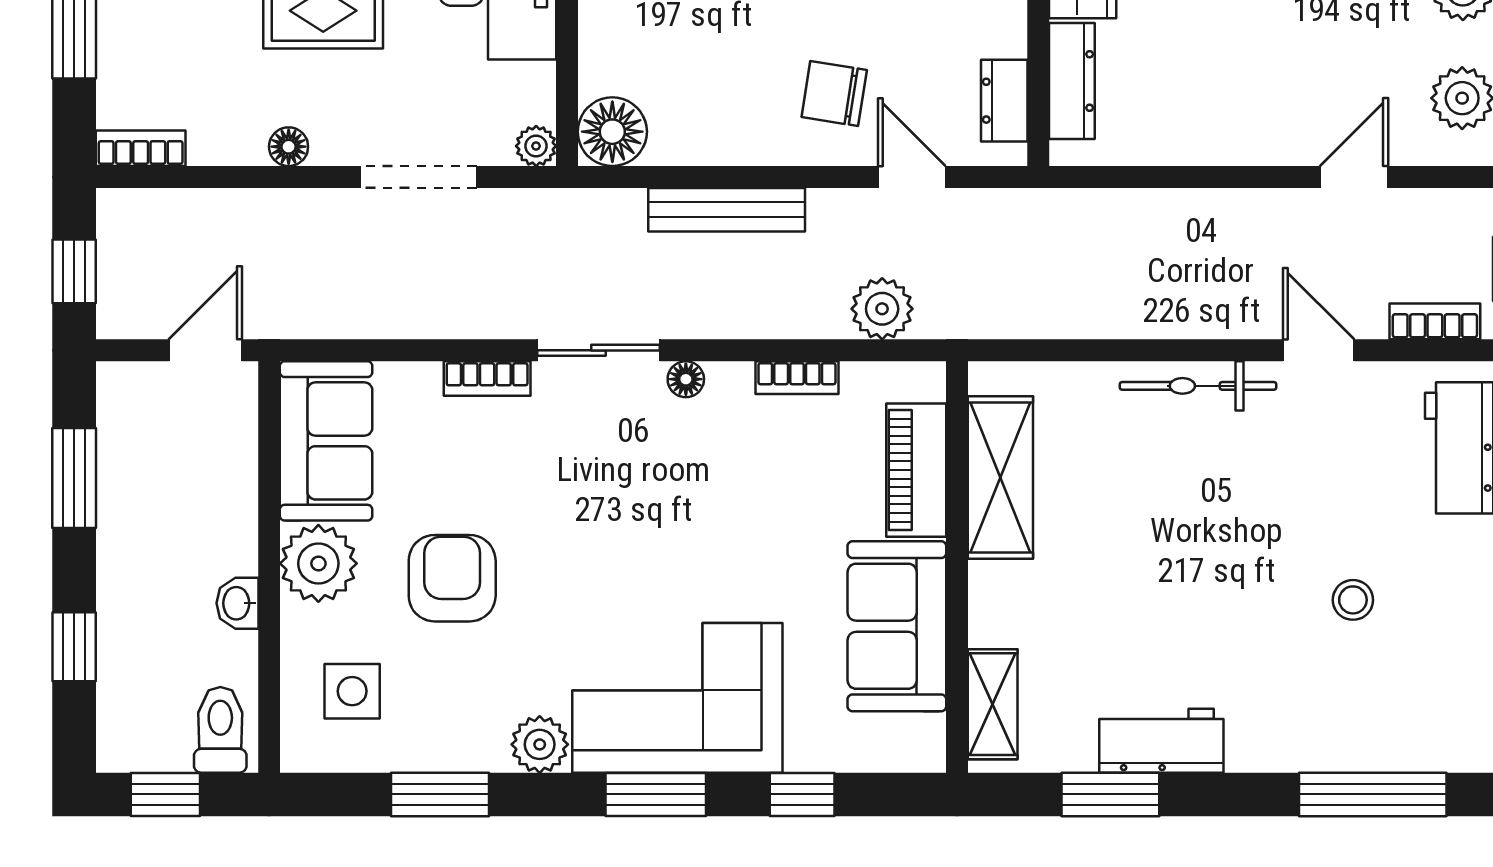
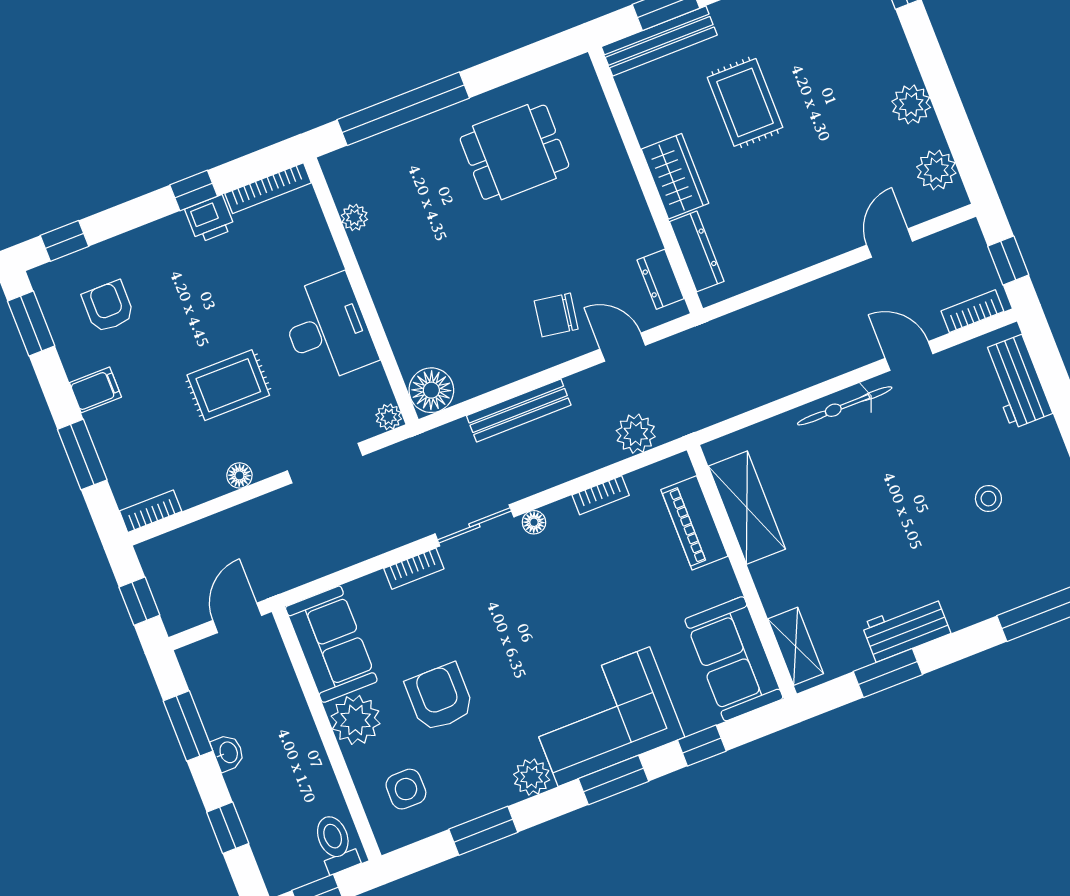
washbasin: (238, 603) -> (228, 753), moved, turned 180
sofa: (897, 626) -> (734, 659), moved

